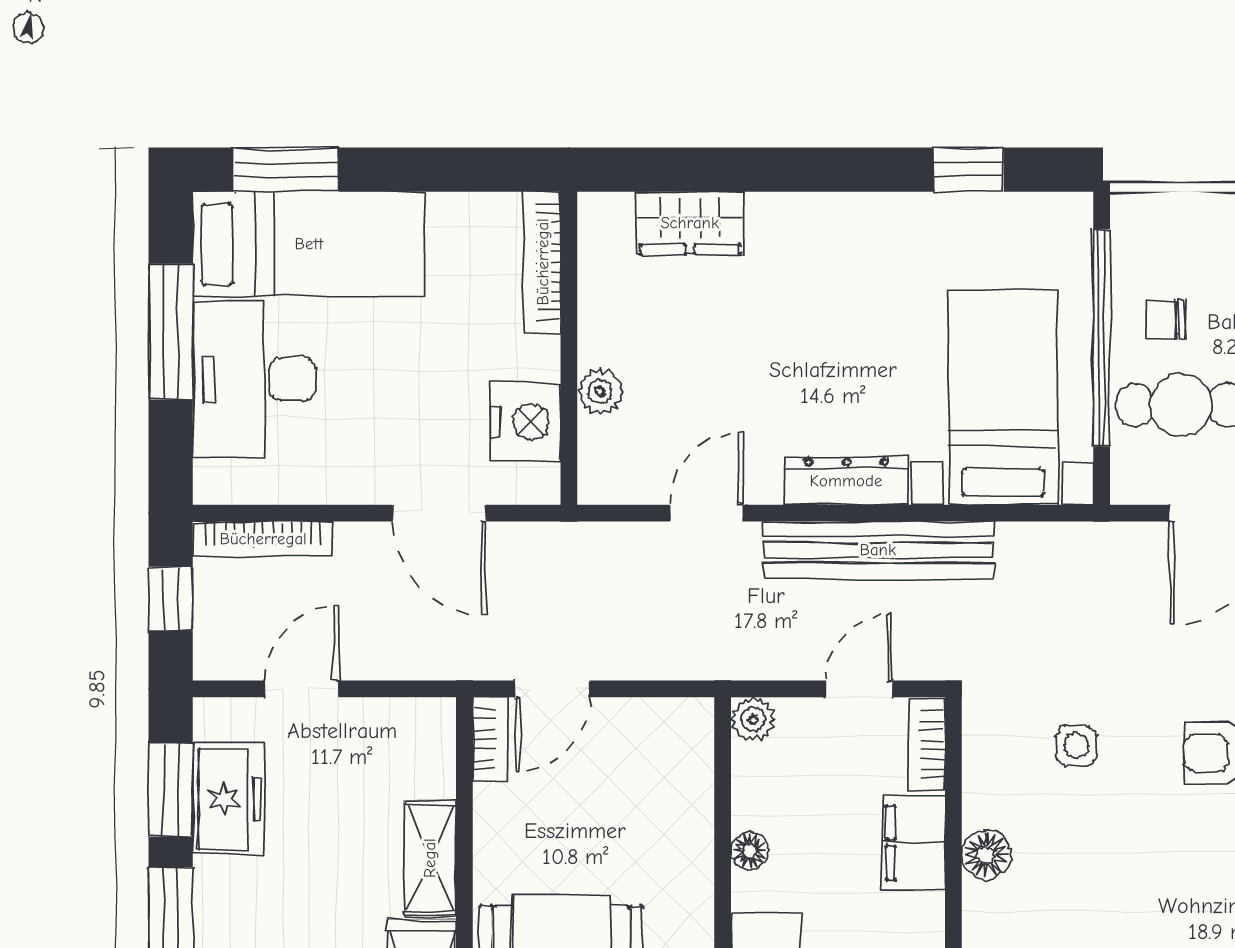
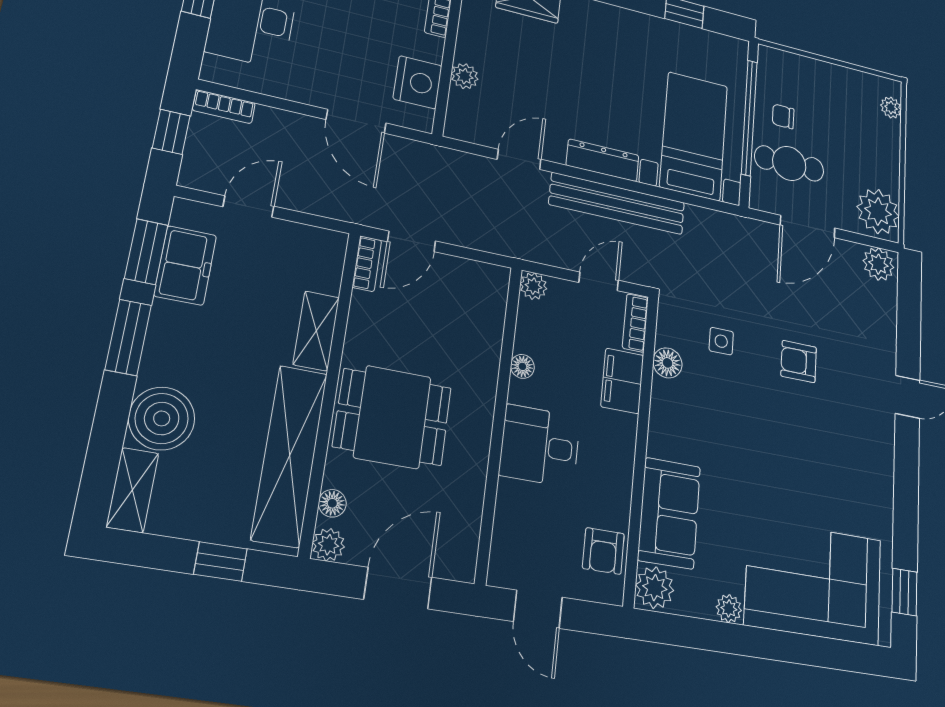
bookcase: (263, 539) -> (224, 107), width x0.64
floor lamp: (986, 855) -> (667, 363), moved

